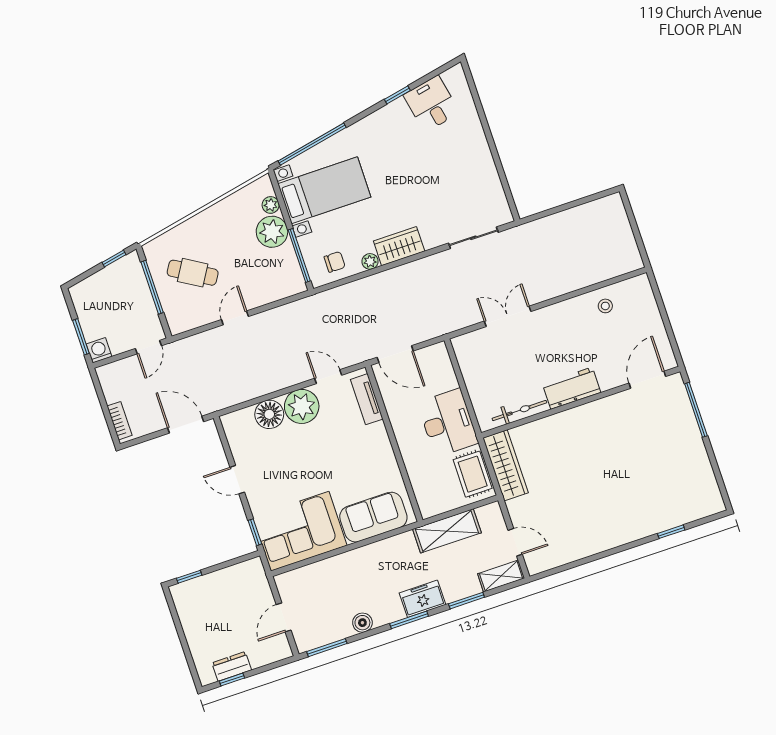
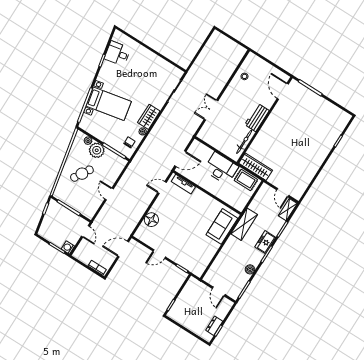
bed with nightstands: (324, 190) -> (109, 104), moved, turned 79
cafe table: (193, 273) -> (82, 174), moved
plant: (302, 406) -> (161, 207), removed
corner sofa: (300, 531) -> (199, 254), removed
shelving: (447, 531) -> (244, 224), moved
door: (515, 542) -> (283, 193), swing flipped

